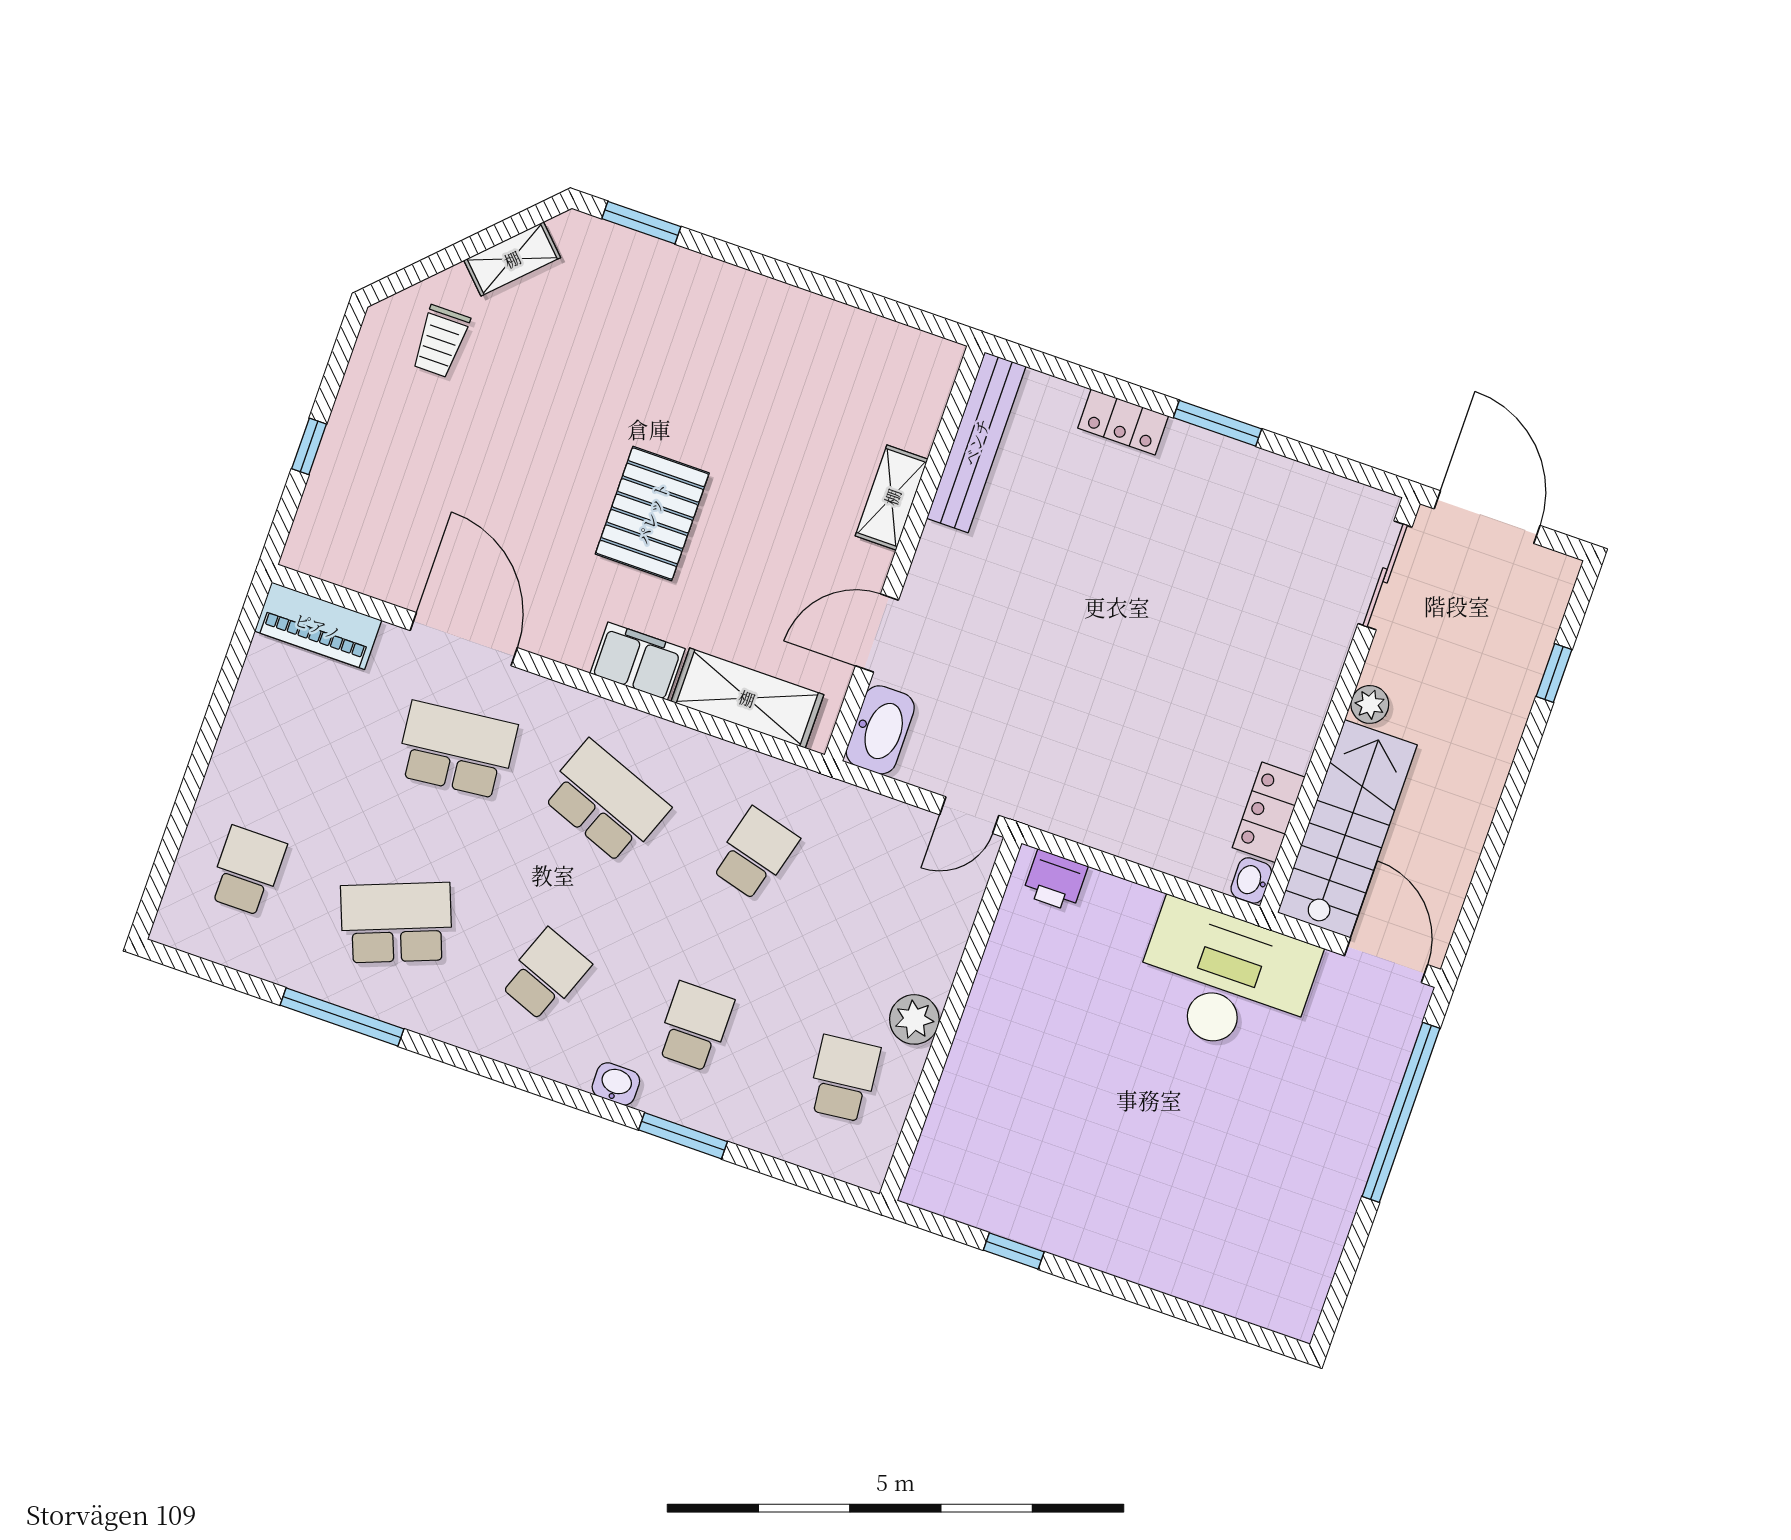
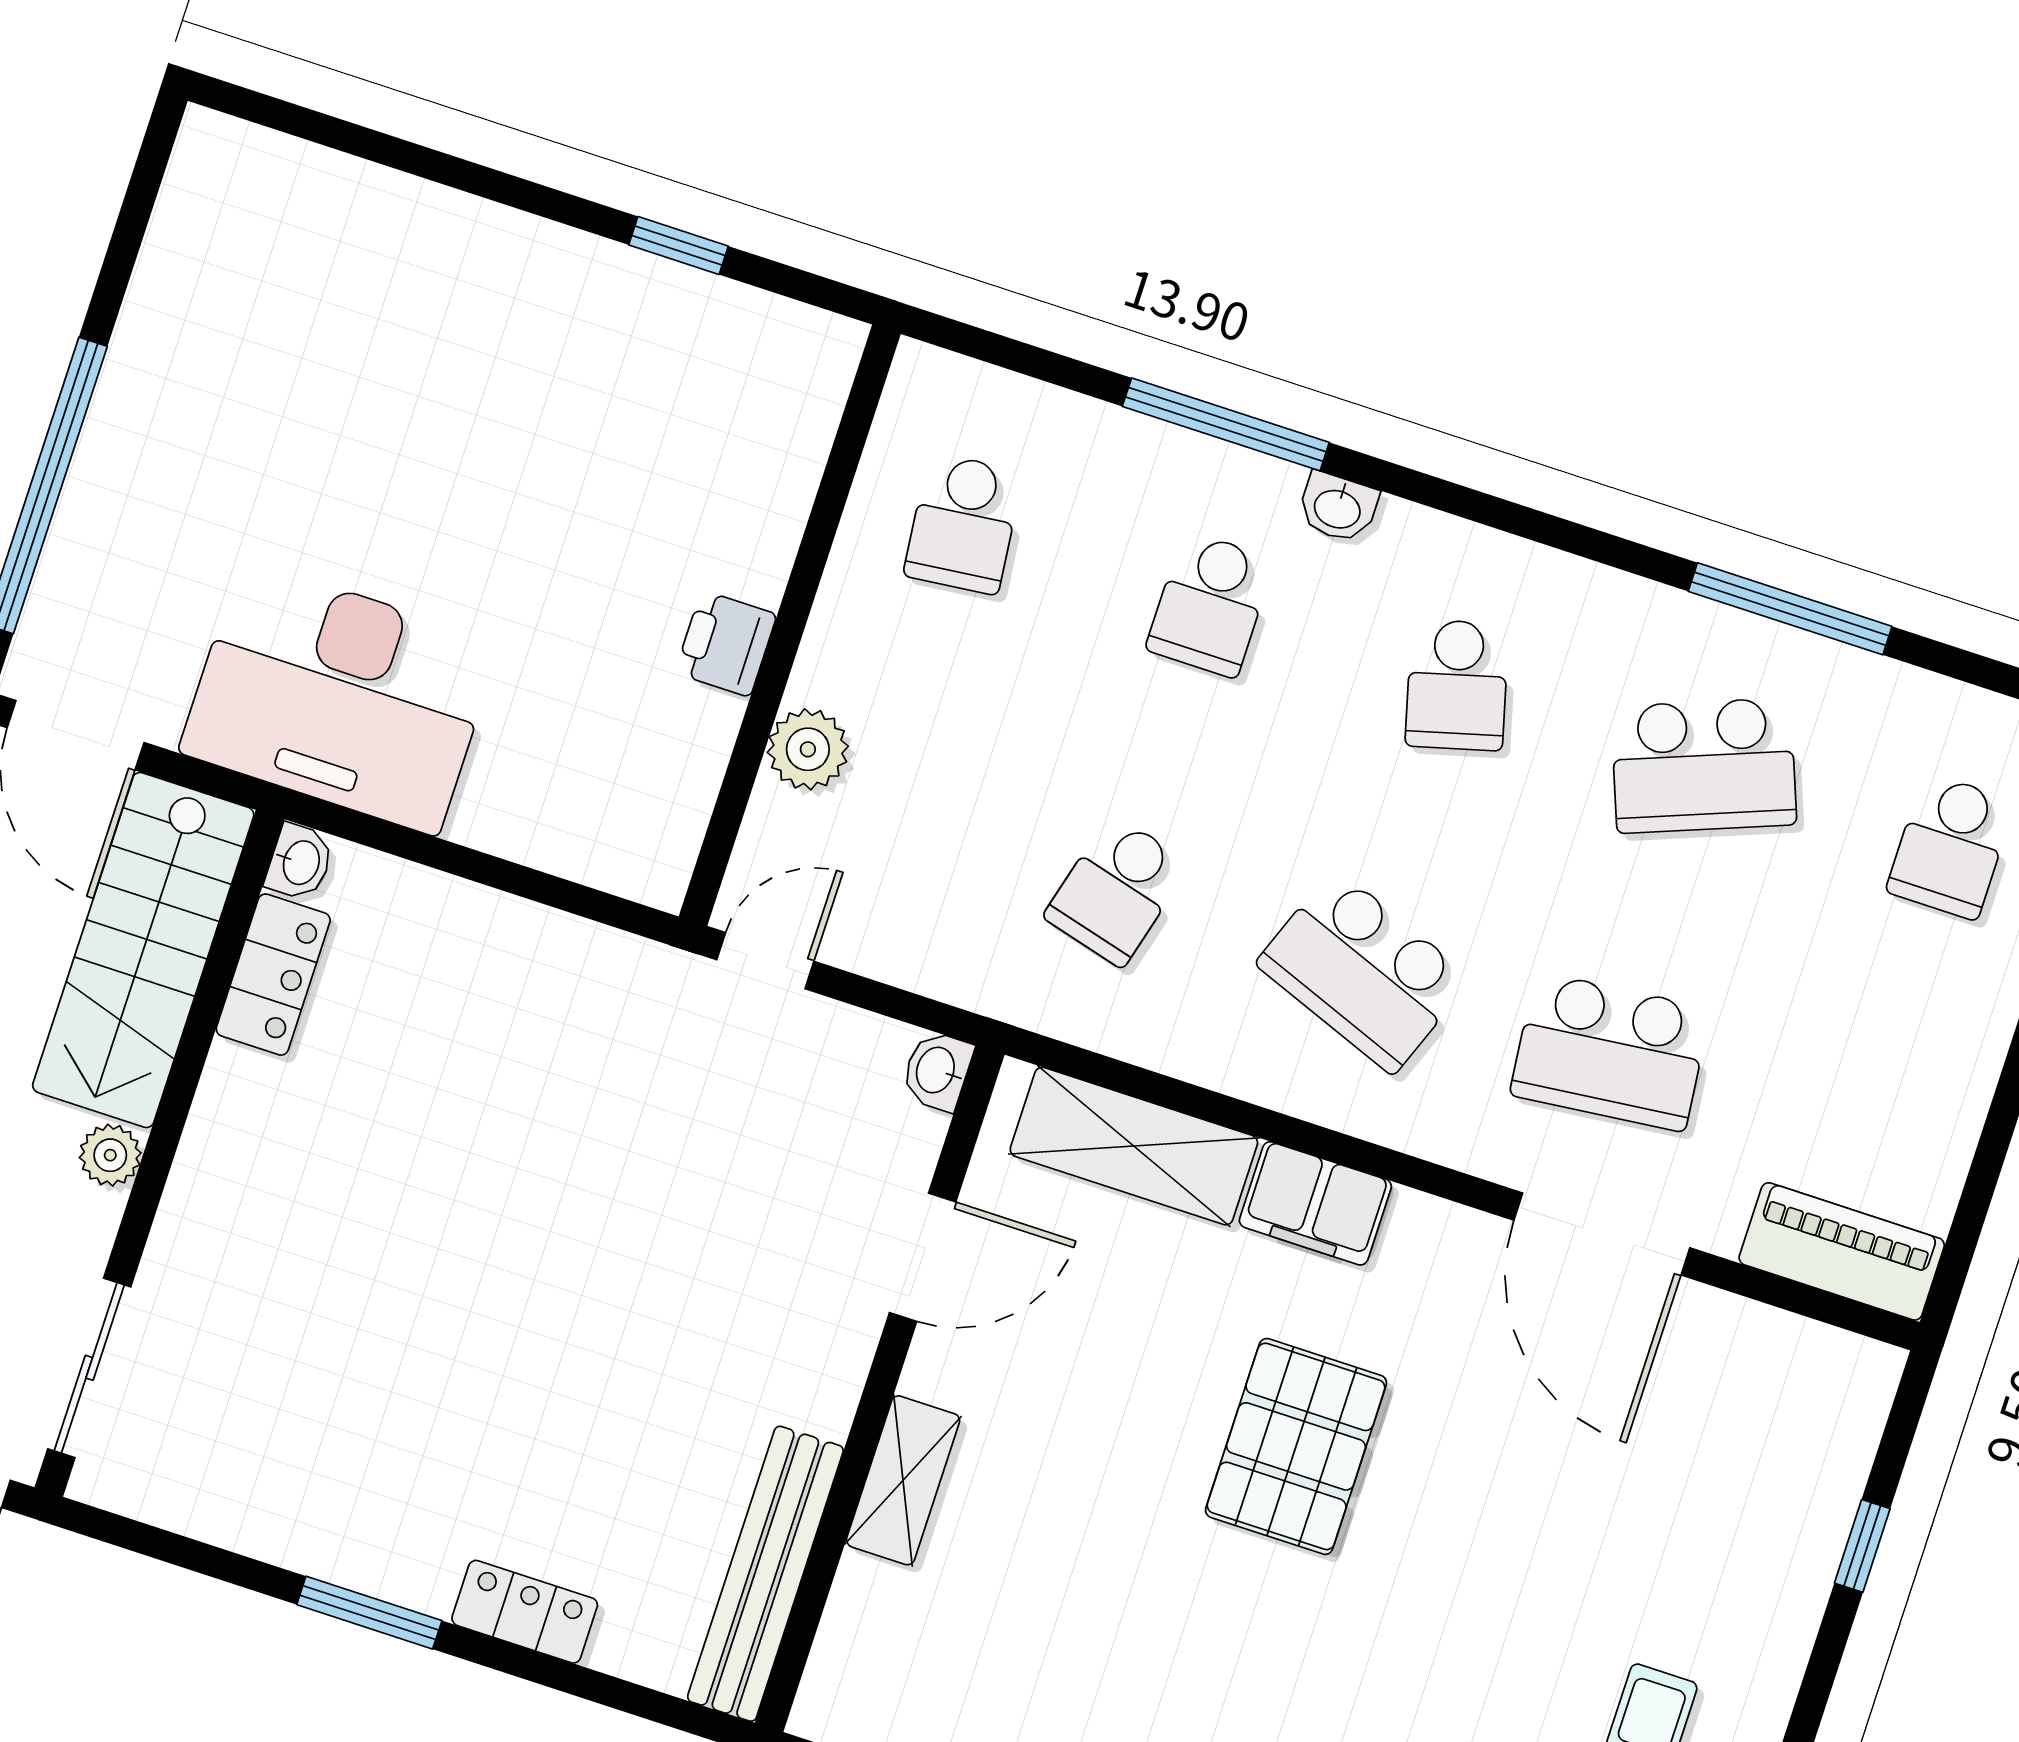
washbasin: (880, 730) -> (937, 1071), width x0.52, depth x0.69
printer: (1055, 880) -> (726, 644), moved, turned -90
school desk: (545, 975) -> (1457, 685), turned -36
plant: (914, 1019) -> (808, 749), moved
window: (683, 1136) -> (1226, 424), width x1.44

